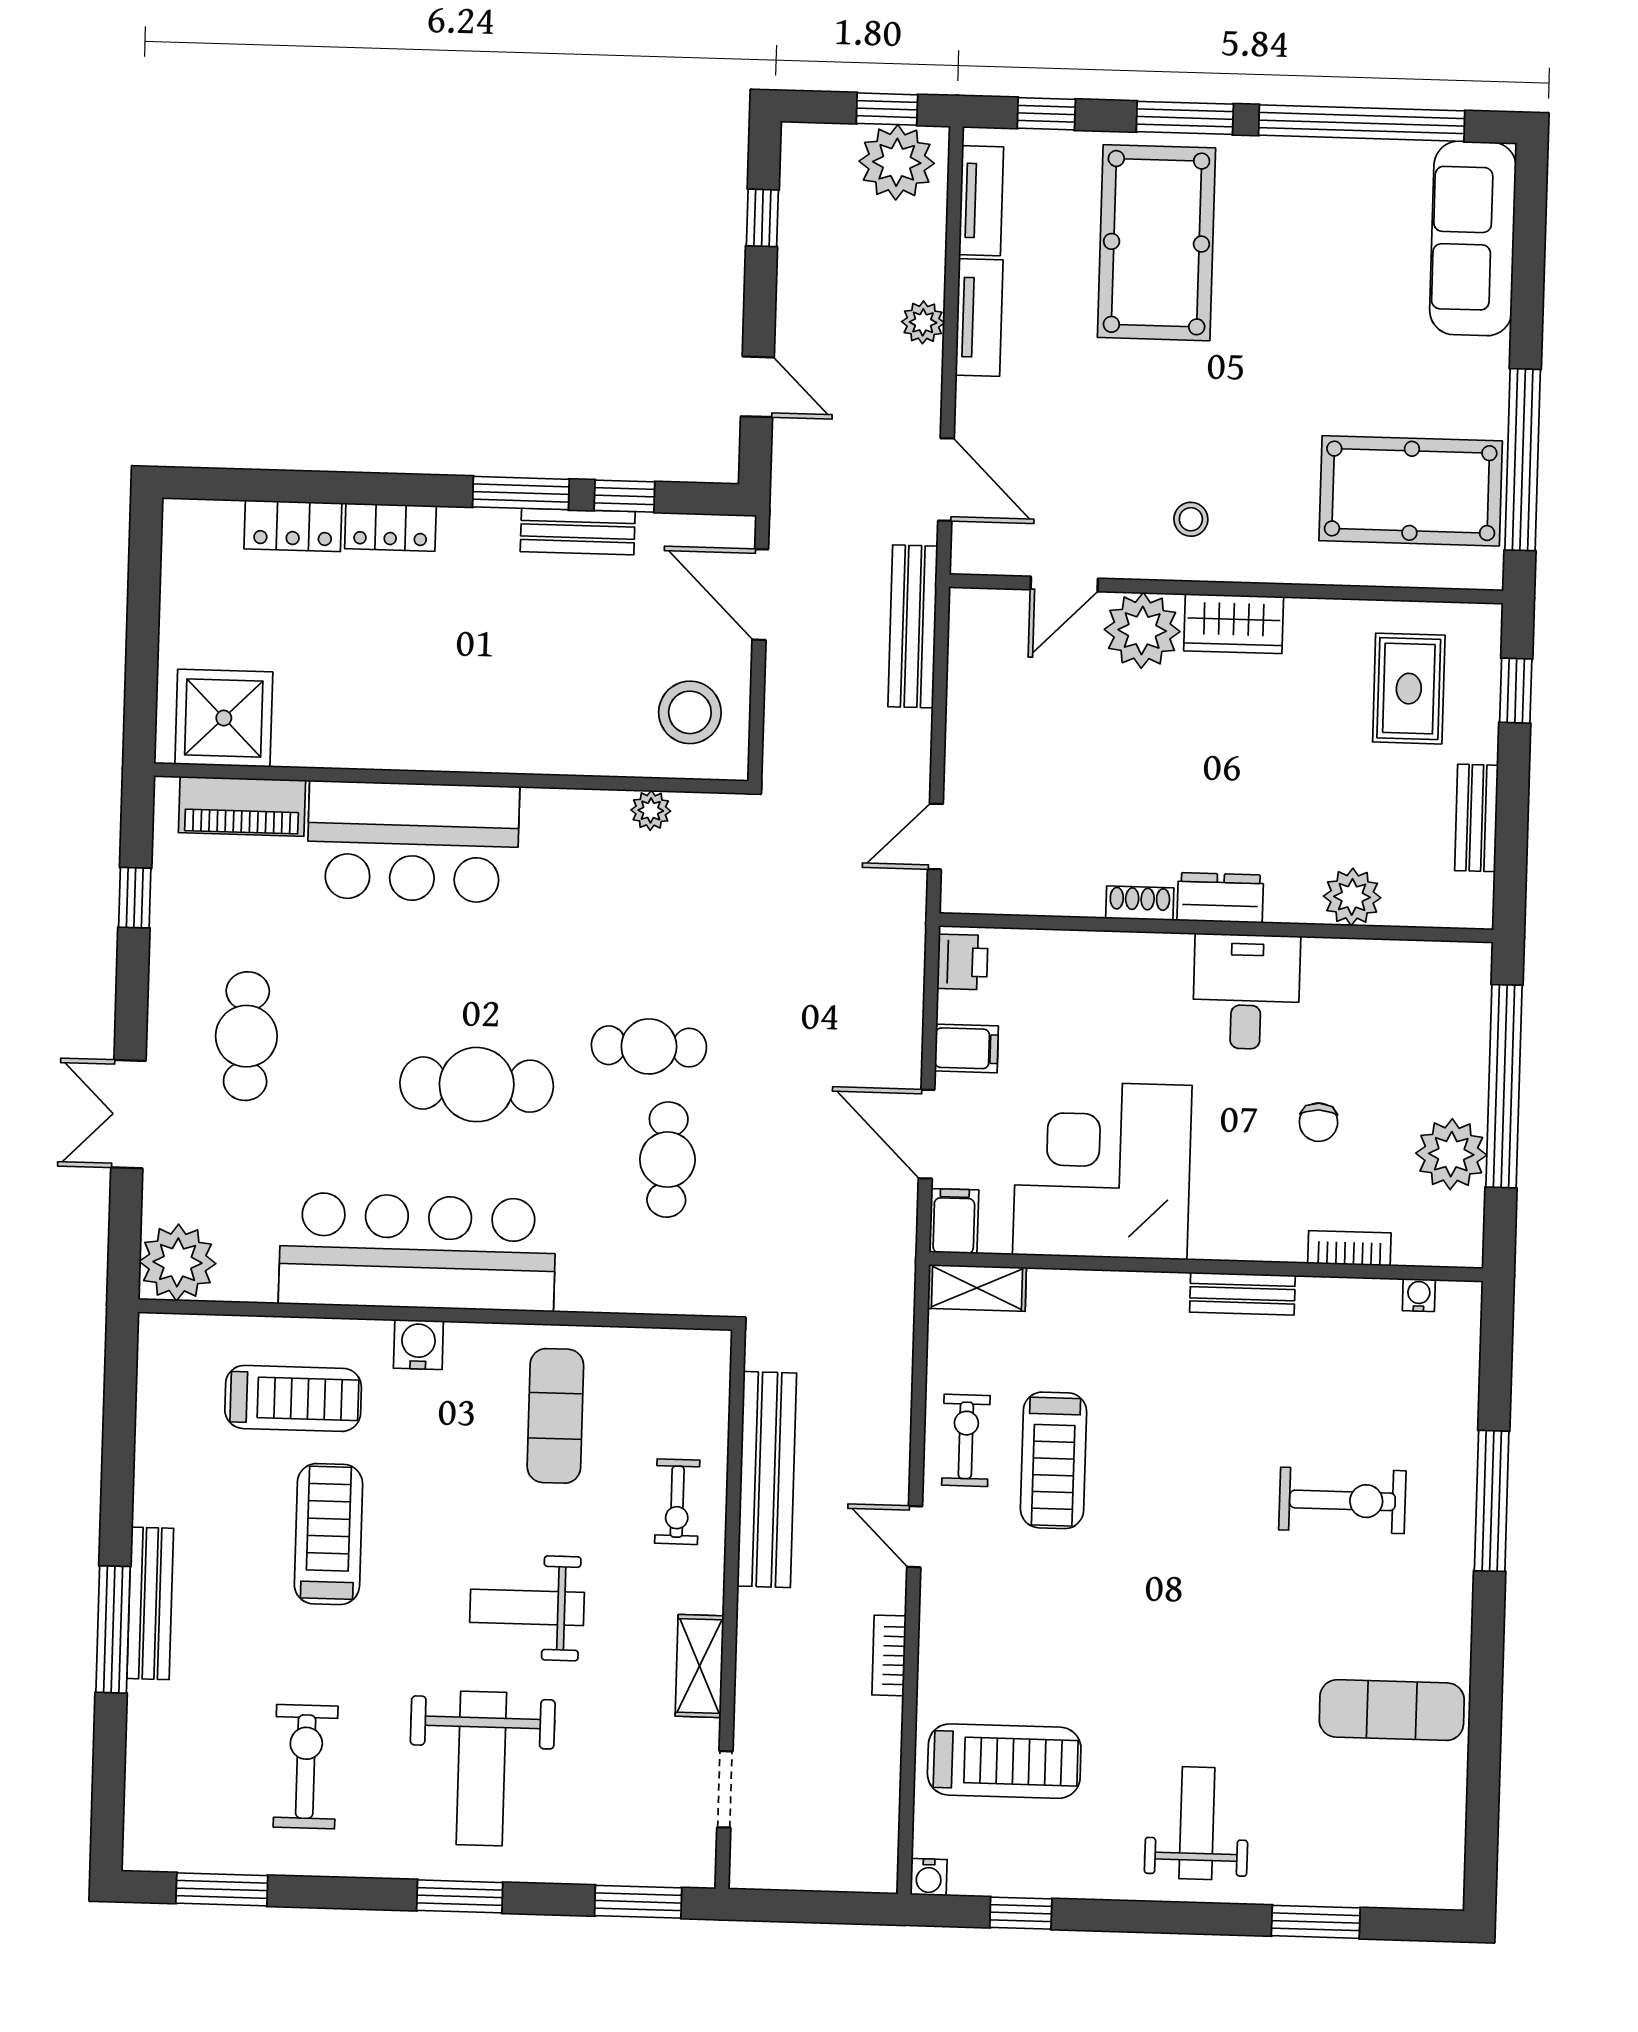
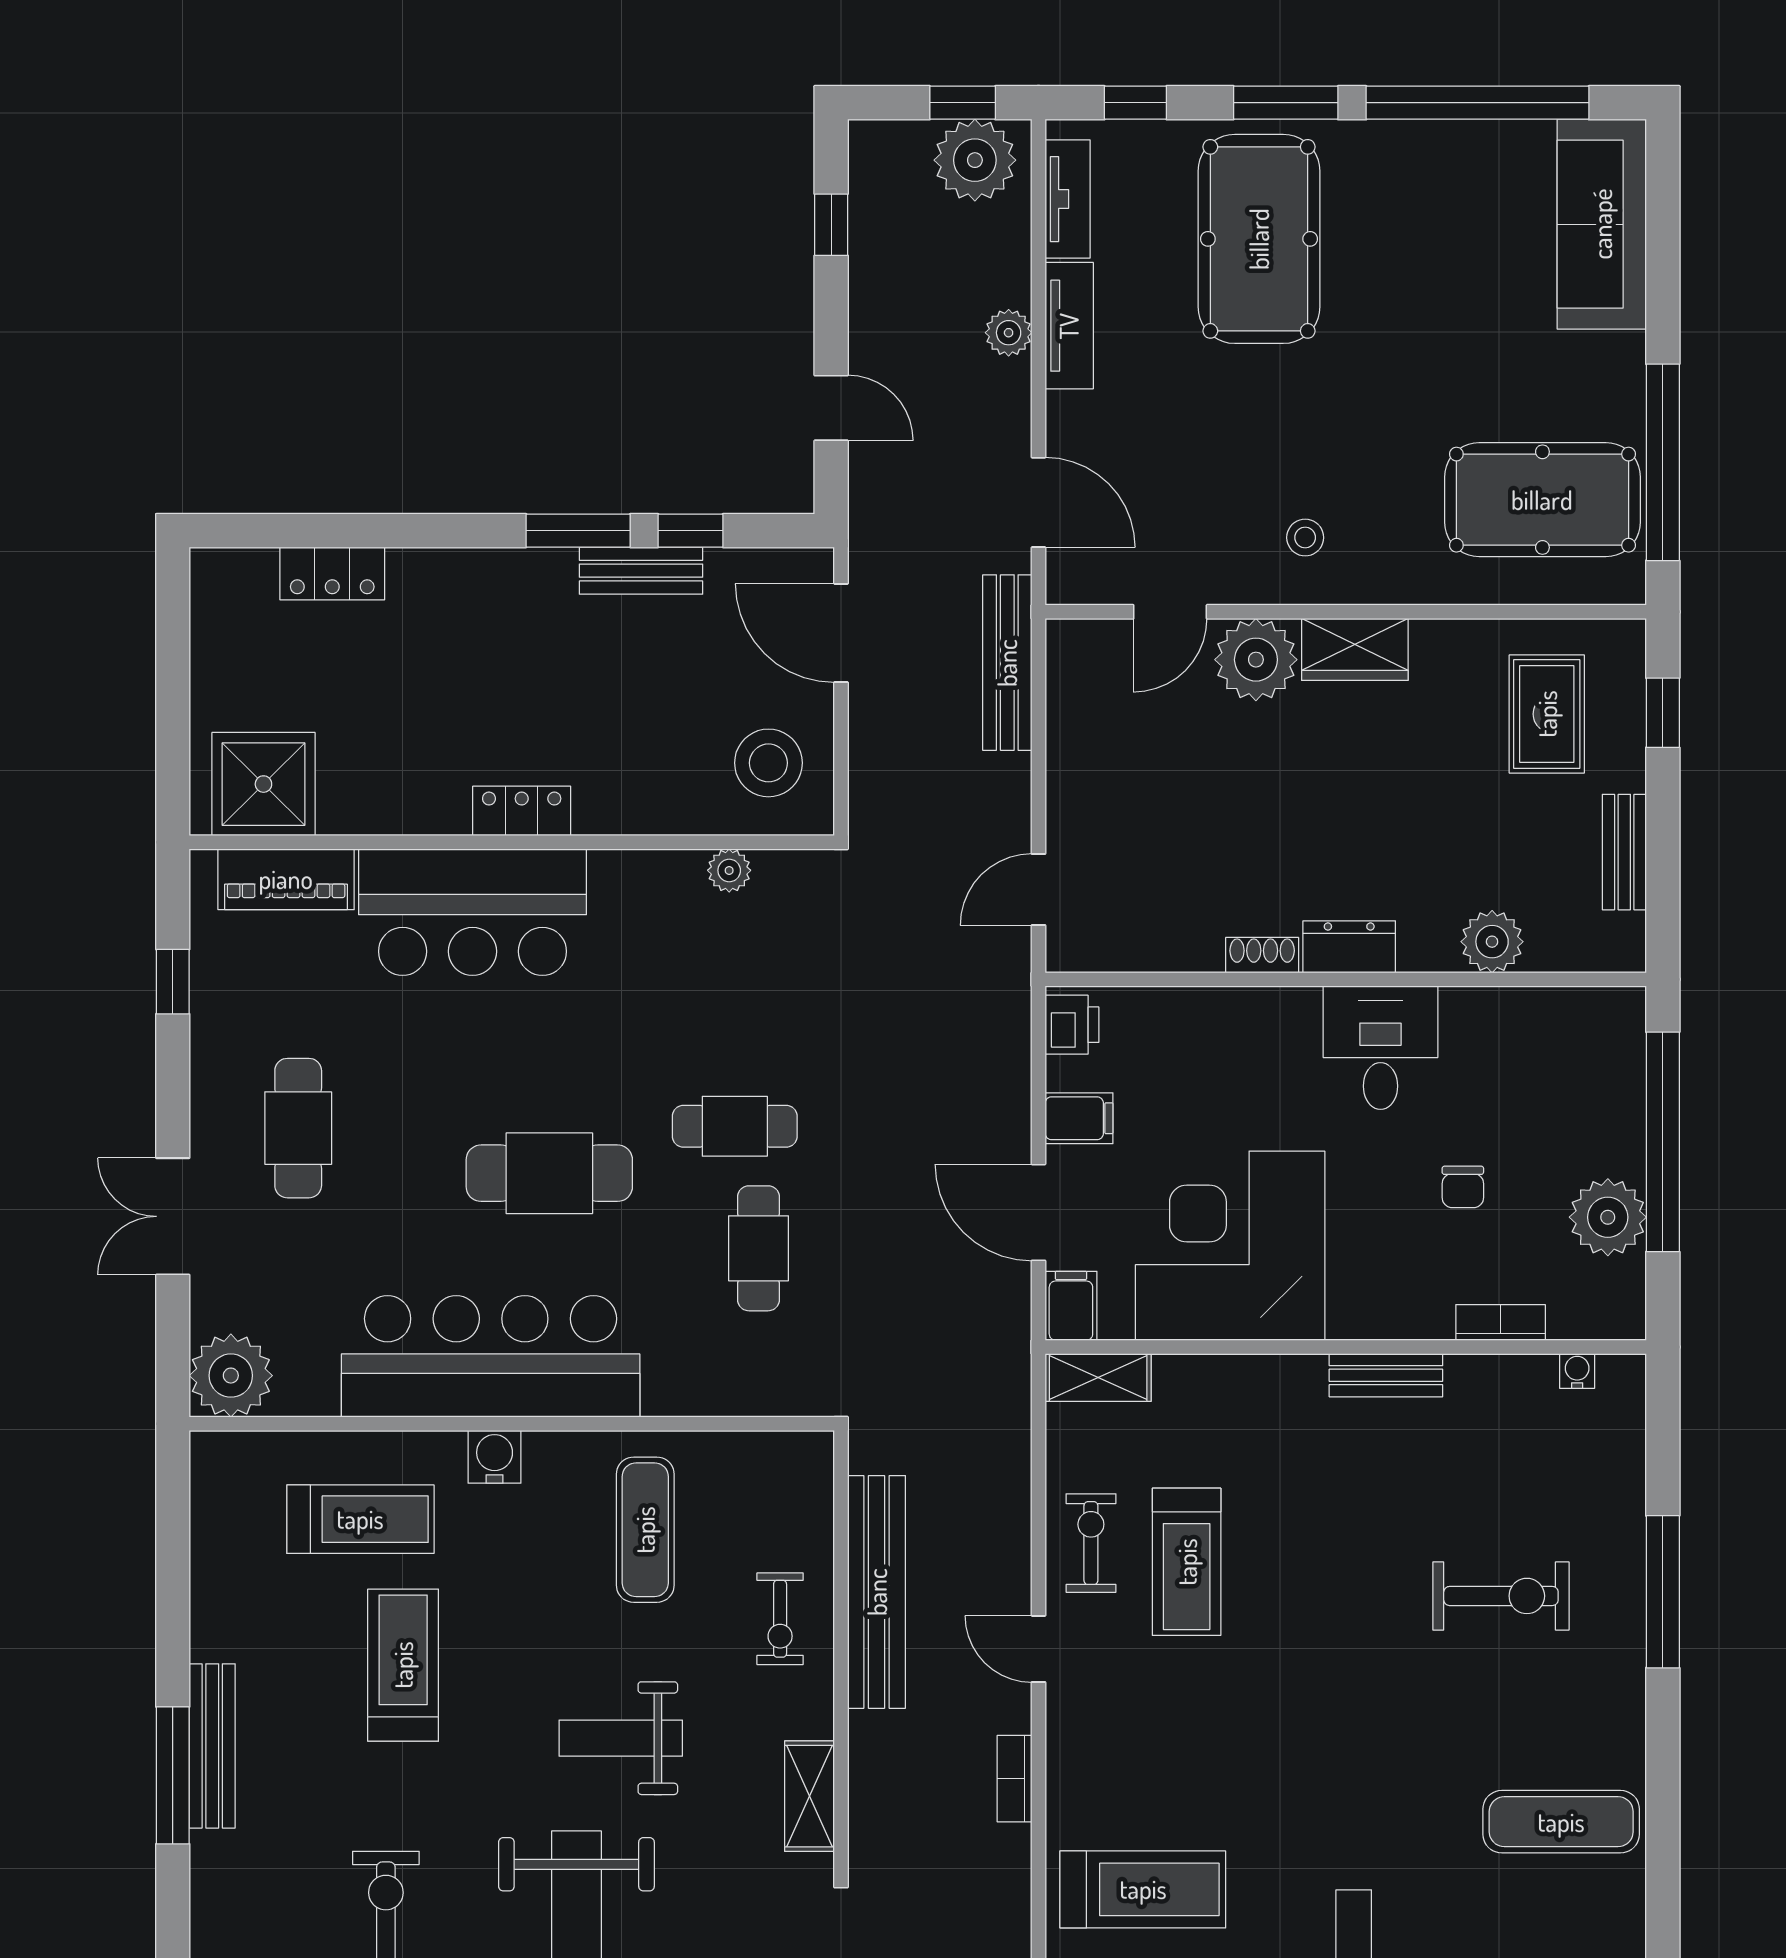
locker: (390, 527) -> (522, 811), moved, turned 180

